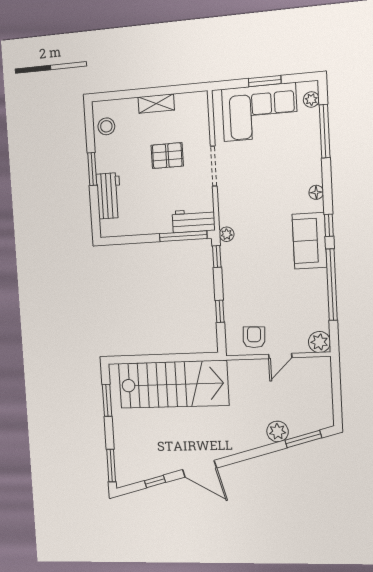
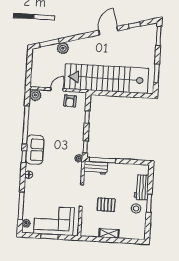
stool: (106, 126) -> (136, 208), moved
stairs: (173, 384) -> (106, 79), width x1.36
door: (199, 469) -> (108, 31), hinge flipped

